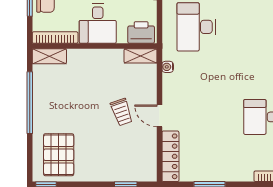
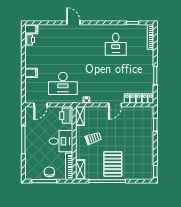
trolley: (122, 112) -> (93, 138), moved
pallet: (59, 155) -> (113, 164), moved, turned 90

